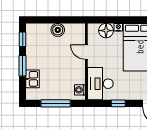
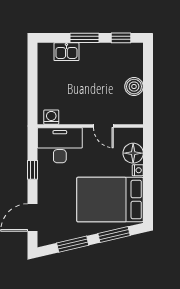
door: (86, 52) -> (103, 126), swing flipped
window: (56, 103) -> (33, 83), removed

